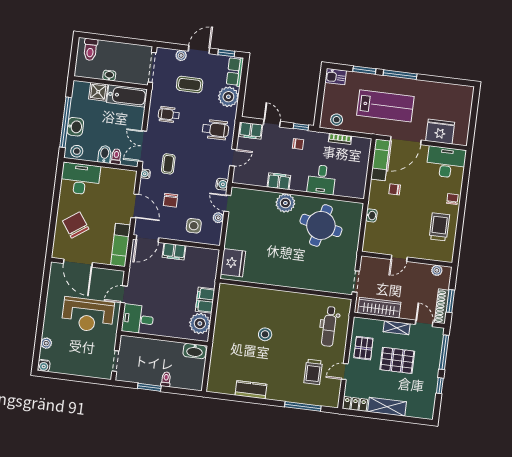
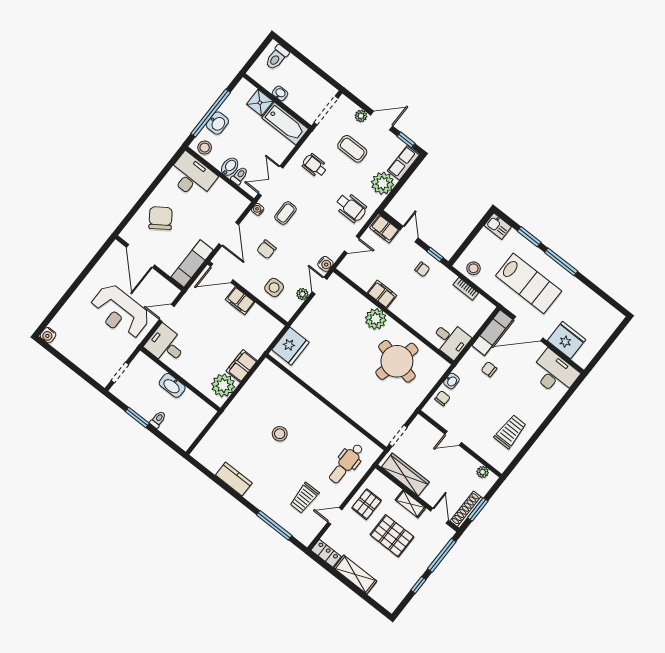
desk: (322, 180) -> (451, 340), moved, turned -90
chair: (452, 199) -> (442, 398), moved
plant: (46, 343) -> (63, 315), removed
washbasin: (195, 351) -> (172, 385), moved

